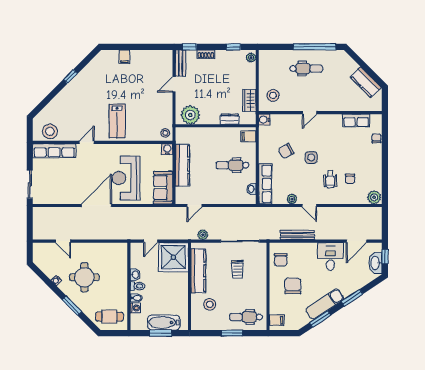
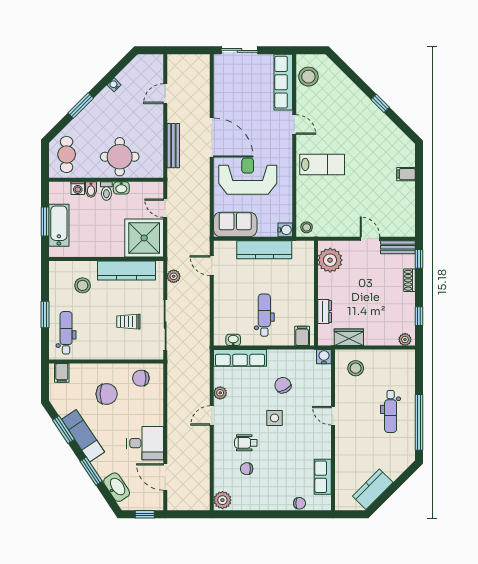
lab bench: (117, 121) -> (322, 164), turned 180
bench: (297, 235) -> (173, 146), moved
washbasin: (375, 263) -> (117, 487), moved, turned 56
round table: (84, 277) -> (120, 157), moved

